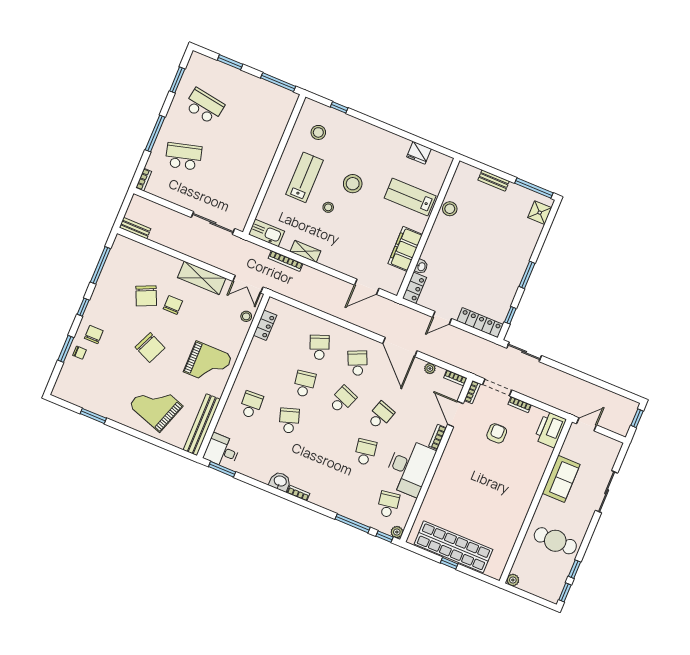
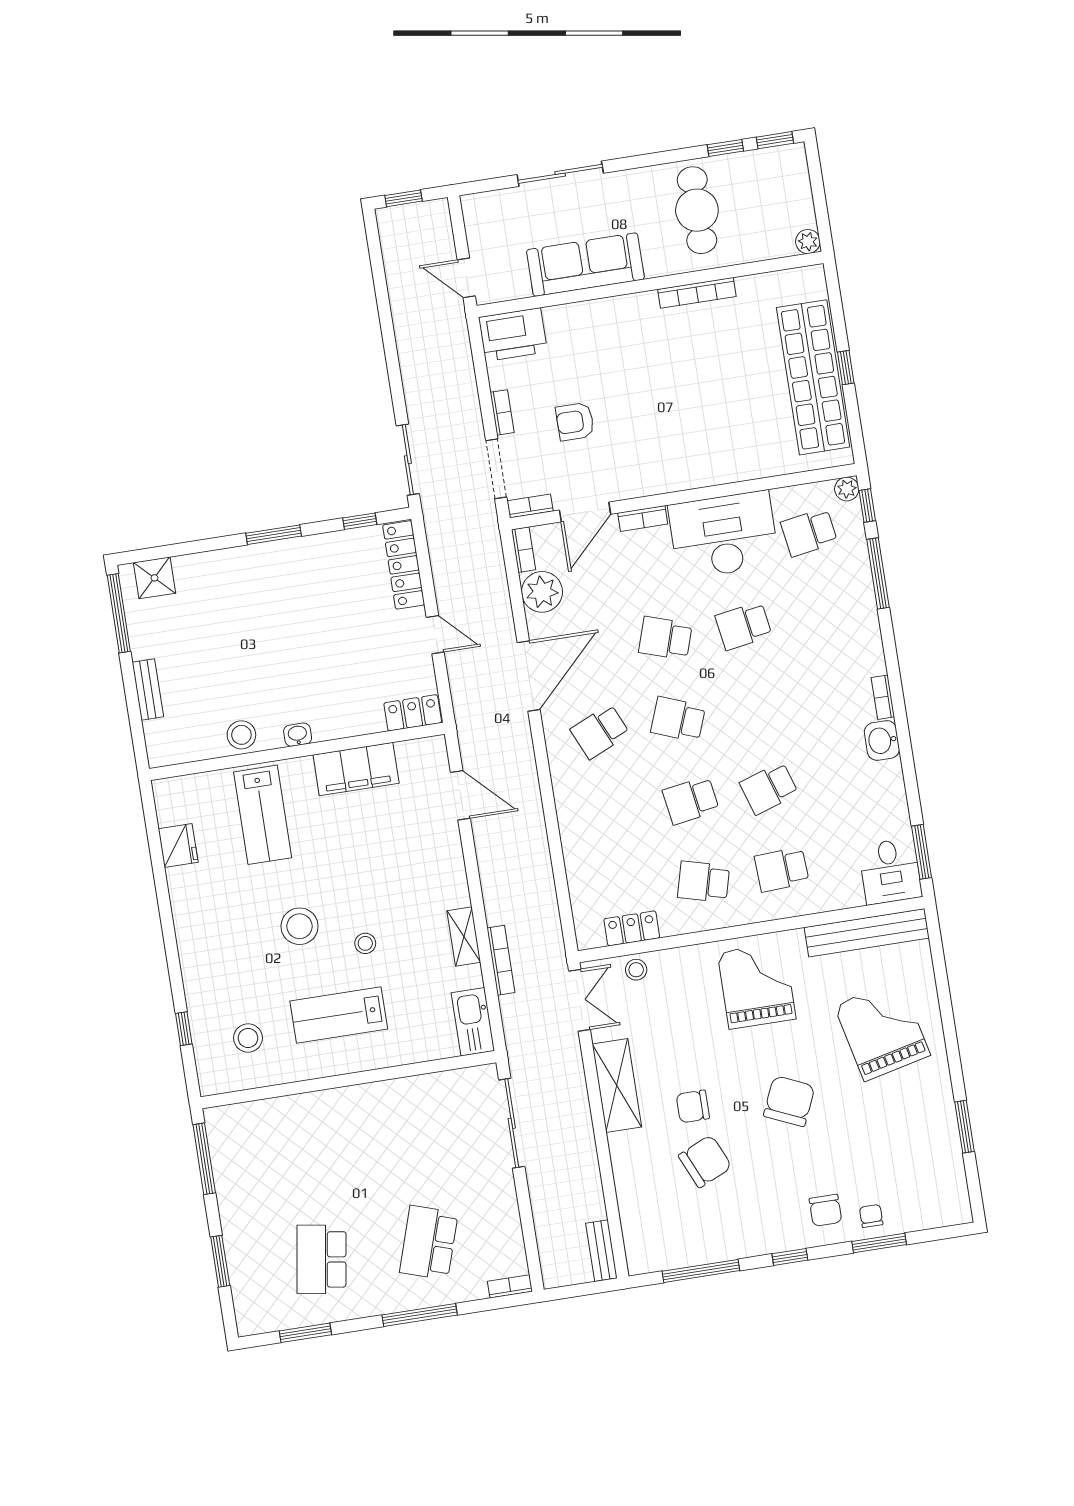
school desk: (184, 156) -> (429, 1243), turned 33
washbasin: (421, 267) -> (298, 735), moved
chair: (94, 335) -> (825, 1210), turned -90
school desk: (320, 347) -> (704, 882), moved, turned 36
plant: (430, 368) -> (542, 592), width x1.87, depth x1.87
grand piano: (156, 406) -> (882, 1030), turned 148
sofa: (561, 479) -> (585, 265), width x1.36
bookcase: (520, 519) -> (697, 293), added

